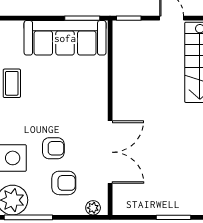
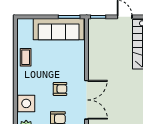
armchair: (53, 148) -> (60, 89), moved

